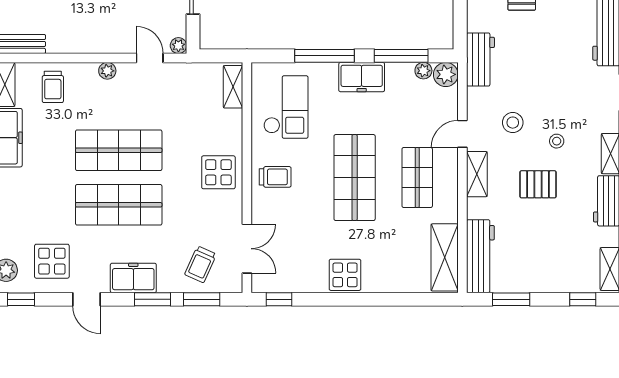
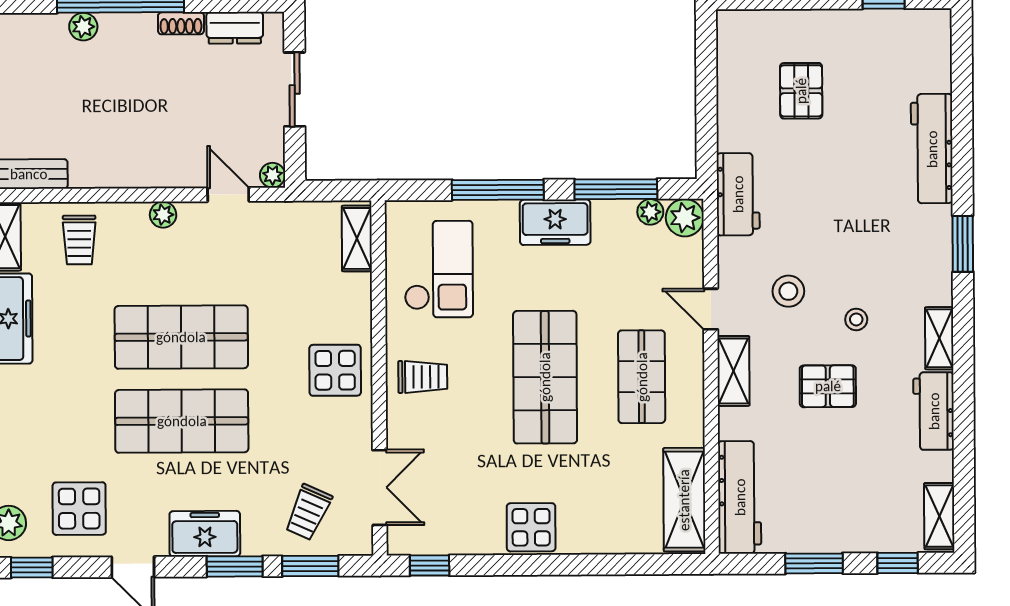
door: (462, 134) -> (711, 309), hinge flipped
window: (511, 299) -> (814, 563), moved

